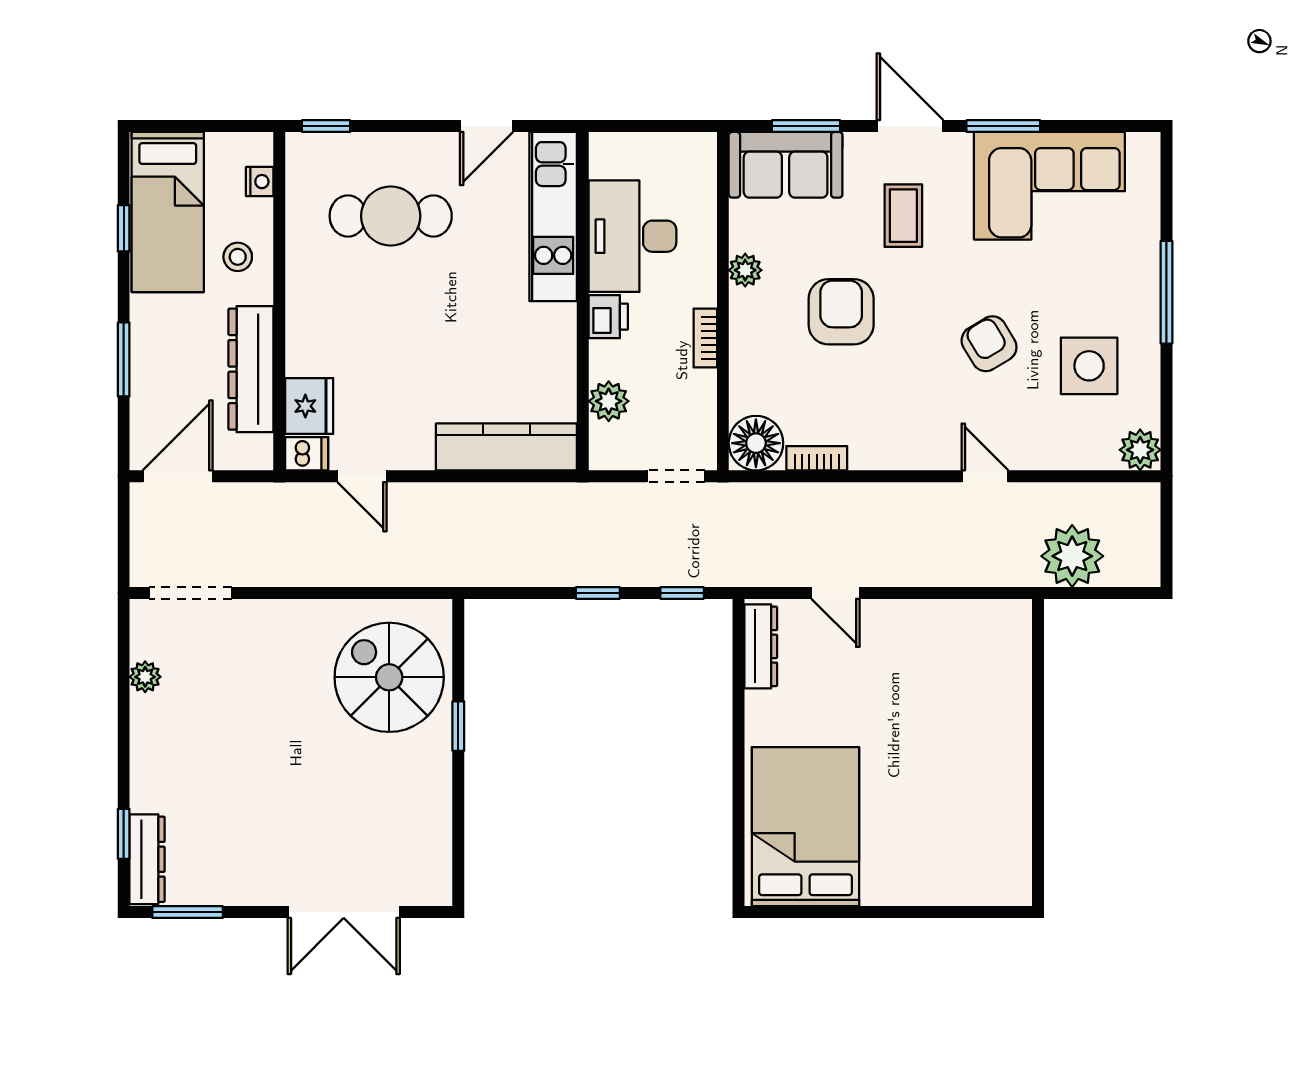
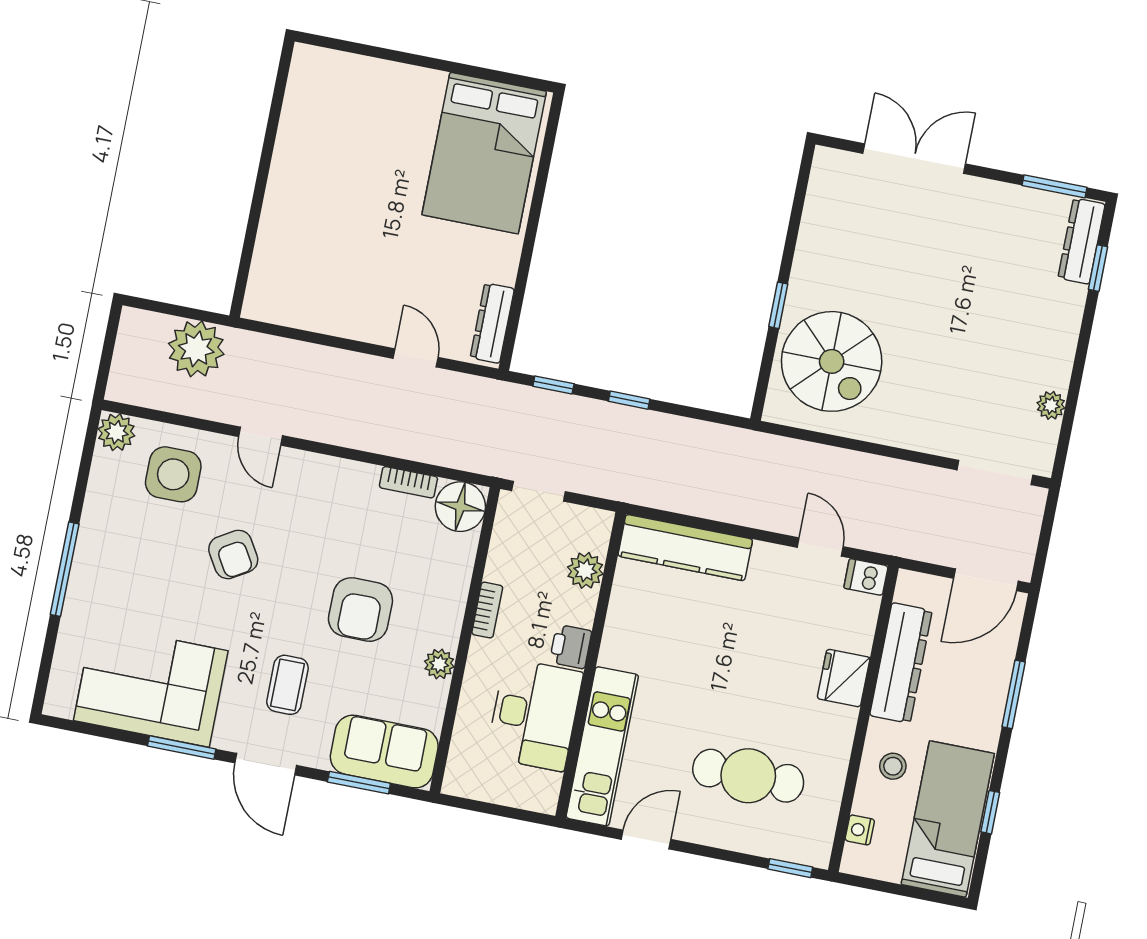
side table: (1089, 366) -> (173, 474), moved
fridge: (309, 406) -> (844, 678), moved

